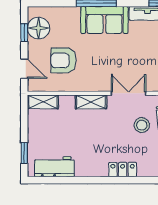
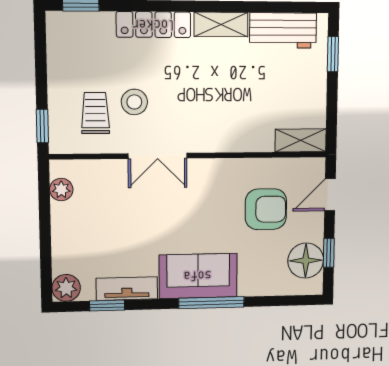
door: (24, 69) -> (330, 195), hinge flipped
shelving: (91, 102) -> (221, 25), moved
locker: (123, 170) -> (154, 25), width x1.53

